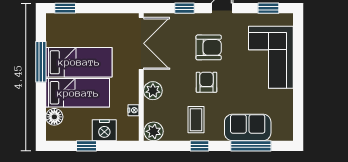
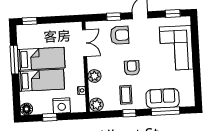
double door: (141, 43) -> (84, 43), width x0.73
armchair: (209, 47) -> (120, 35), moved
floor lamp: (54, 117) -> (27, 109), moved

